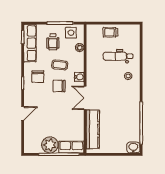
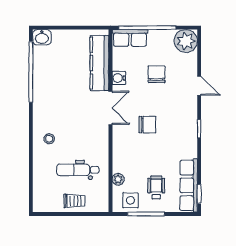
dental chair: (118, 56) -> (78, 170), moved, turned 180
coffee table: (60, 65) -> (146, 155), removed
chair: (38, 77) -> (157, 74), moved
water cooler: (79, 77) -> (119, 78), moved
door: (23, 113) -> (199, 86), swing flipped
plant: (50, 145) -> (186, 41), moved

